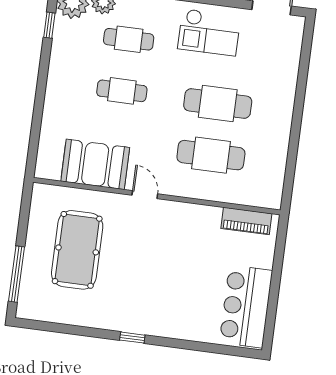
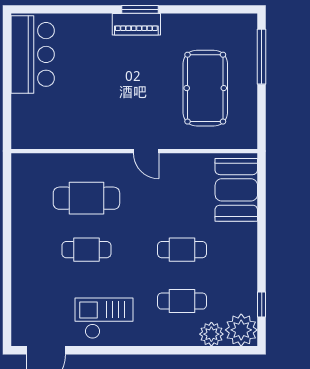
cafe table: (218, 103) -> (86, 250), width x0.73, depth x0.74
booth: (95, 164) -> (236, 190), moved, turned 90
piano: (246, 221) -> (136, 24), moved, turned 180
window: (132, 338) -> (140, 9), width x1.50

